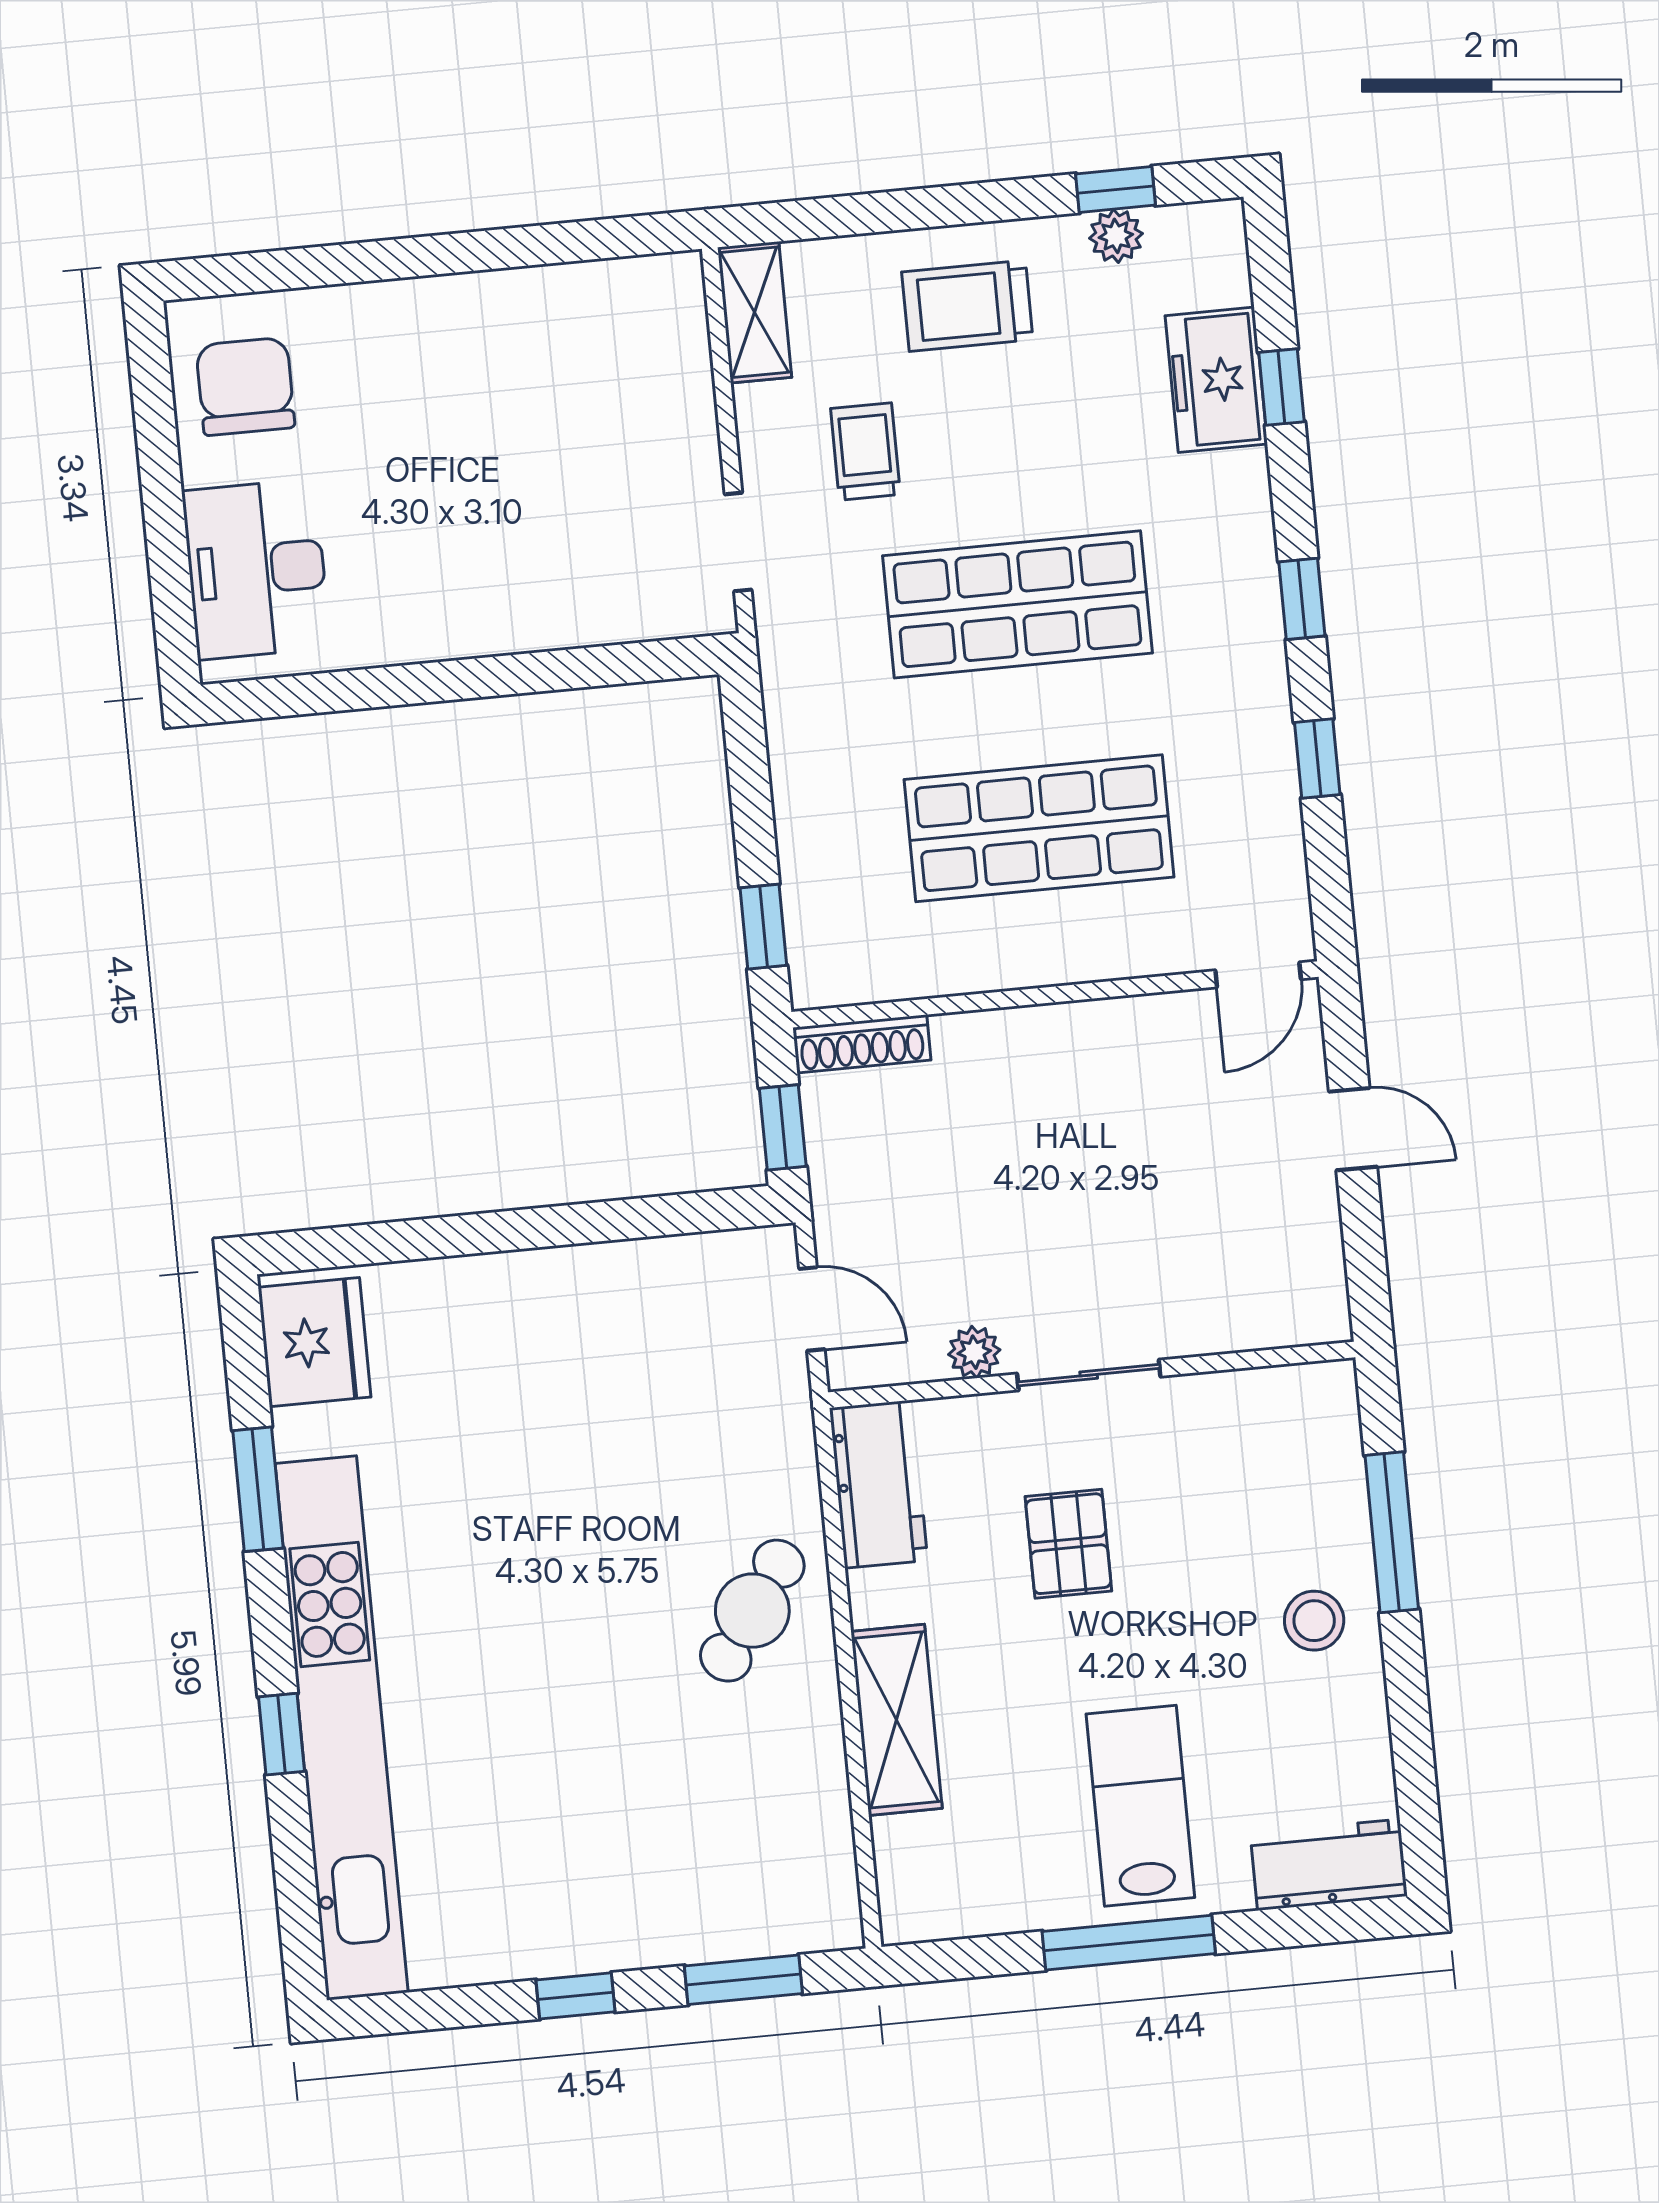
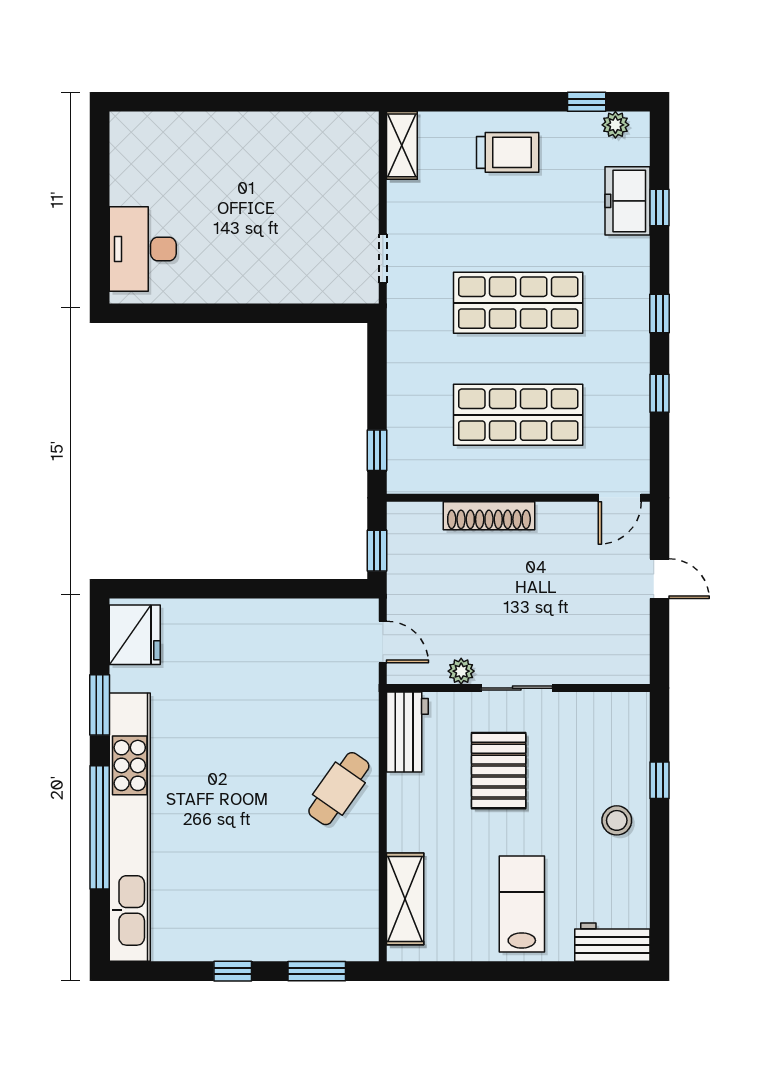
plant: (1116, 236) -> (615, 125), moved
trolley: (967, 306) -> (508, 152), turned 180
chair: (245, 386) -> (146, 158), removed
trolley: (865, 452) -> (450, 220), removed
shoe rack: (862, 1044) -> (489, 516), moved, width x1.36, depth x1.24
window: (1392, 1532) -> (659, 780), width x0.46
pallet: (1068, 1544) -> (499, 771), width x1.50, depth x1.42
shelving: (897, 1720) -> (405, 899), moved
window: (282, 1734) -> (100, 827), width x3.17
window: (1129, 1943) -> (510, 971), removed

